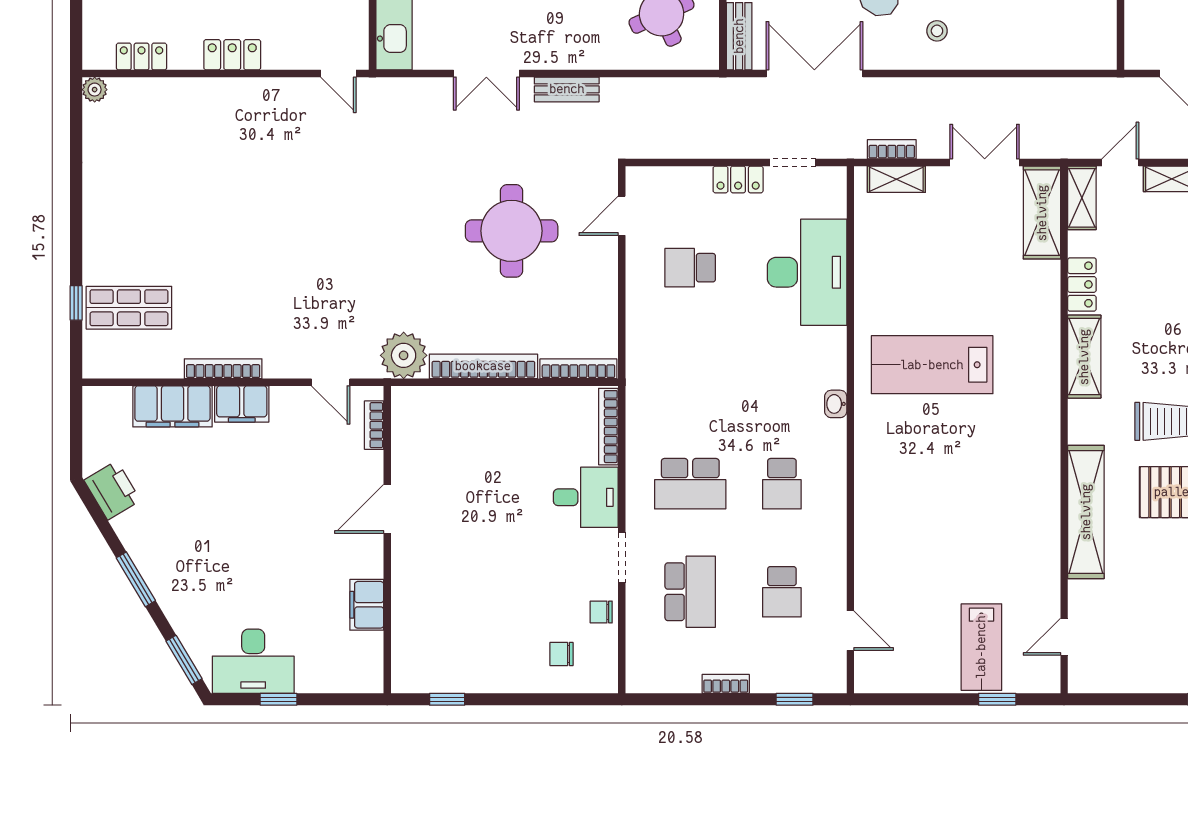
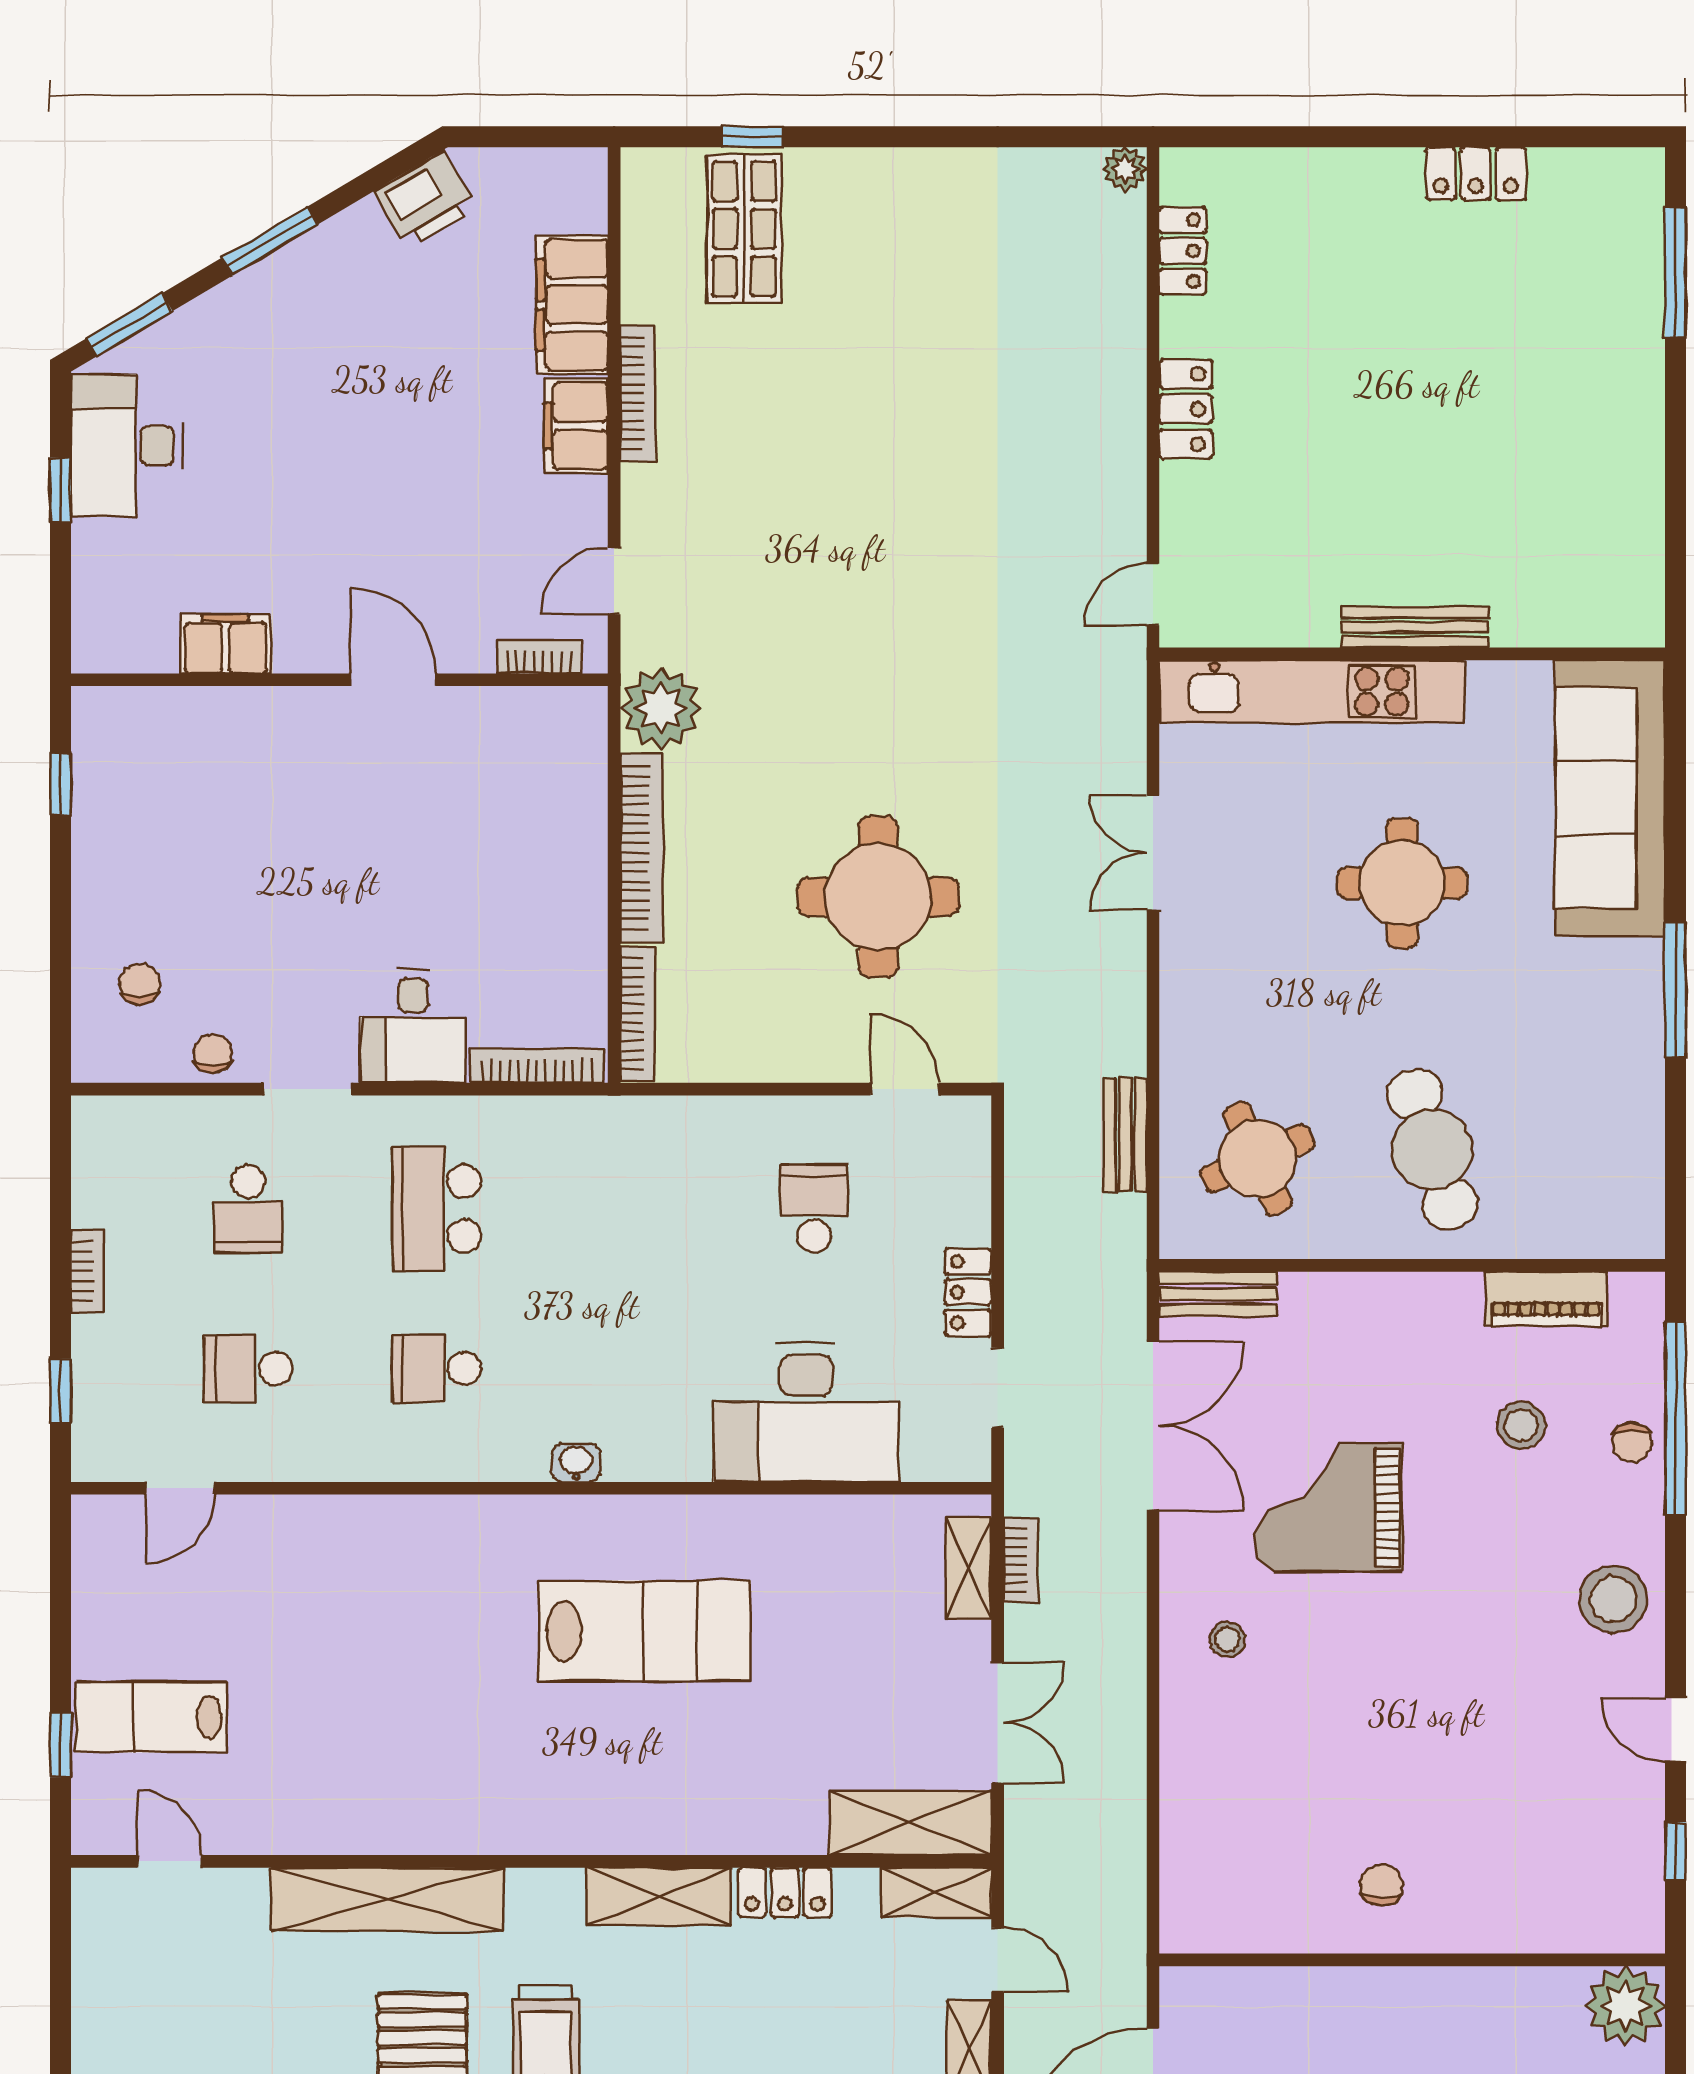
bench: (567, 89) -> (1125, 1135), moved
lab bench: (932, 365) -> (645, 1631), turned 90
school desk: (690, 592) -> (248, 1209), width x0.54

